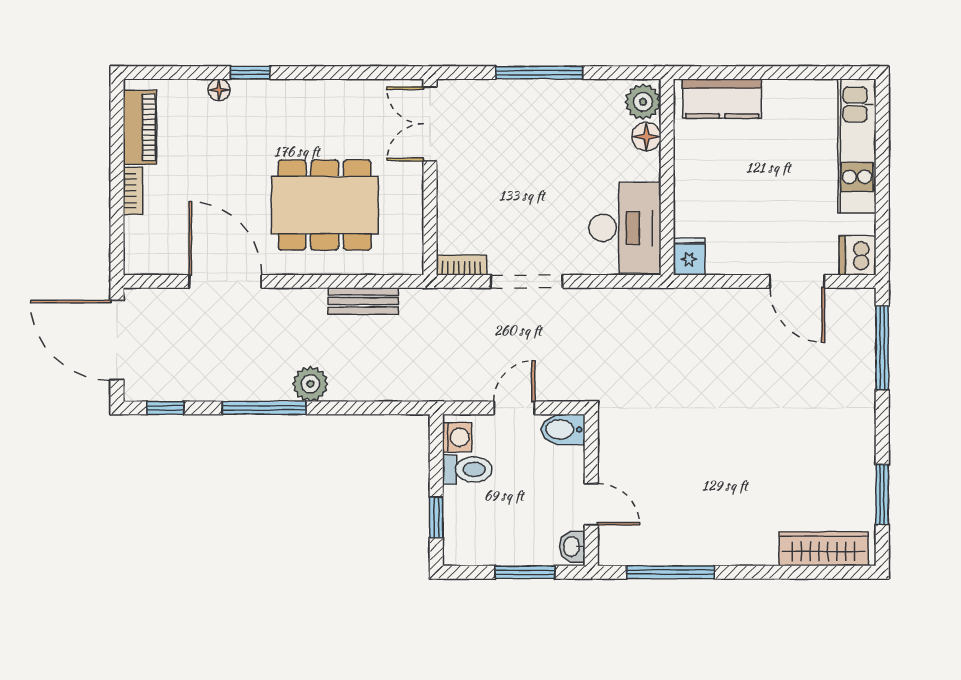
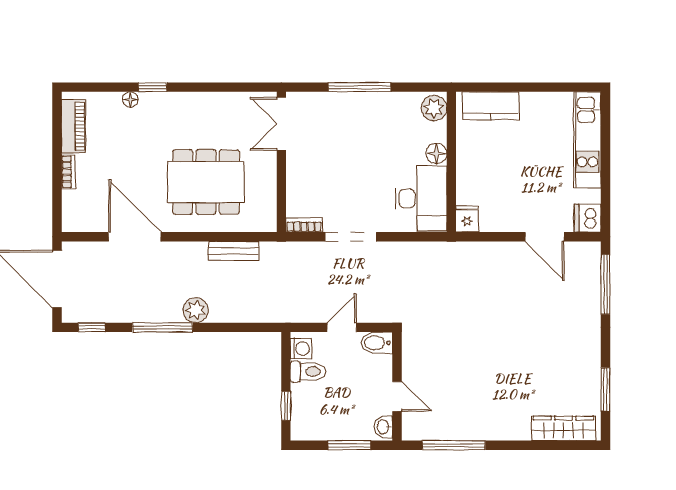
floor lamp: (646, 137) -> (437, 154), moved

